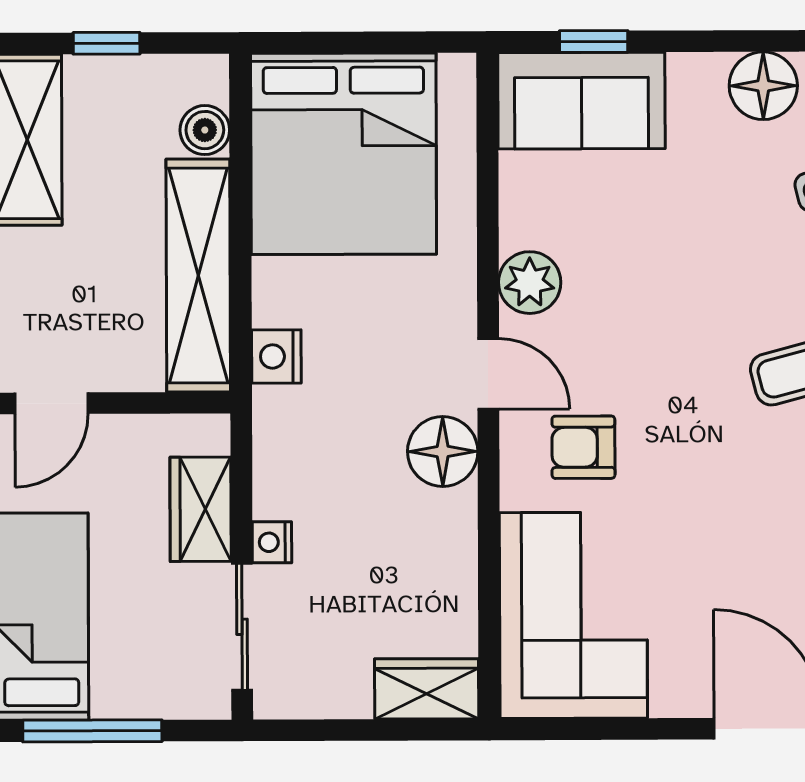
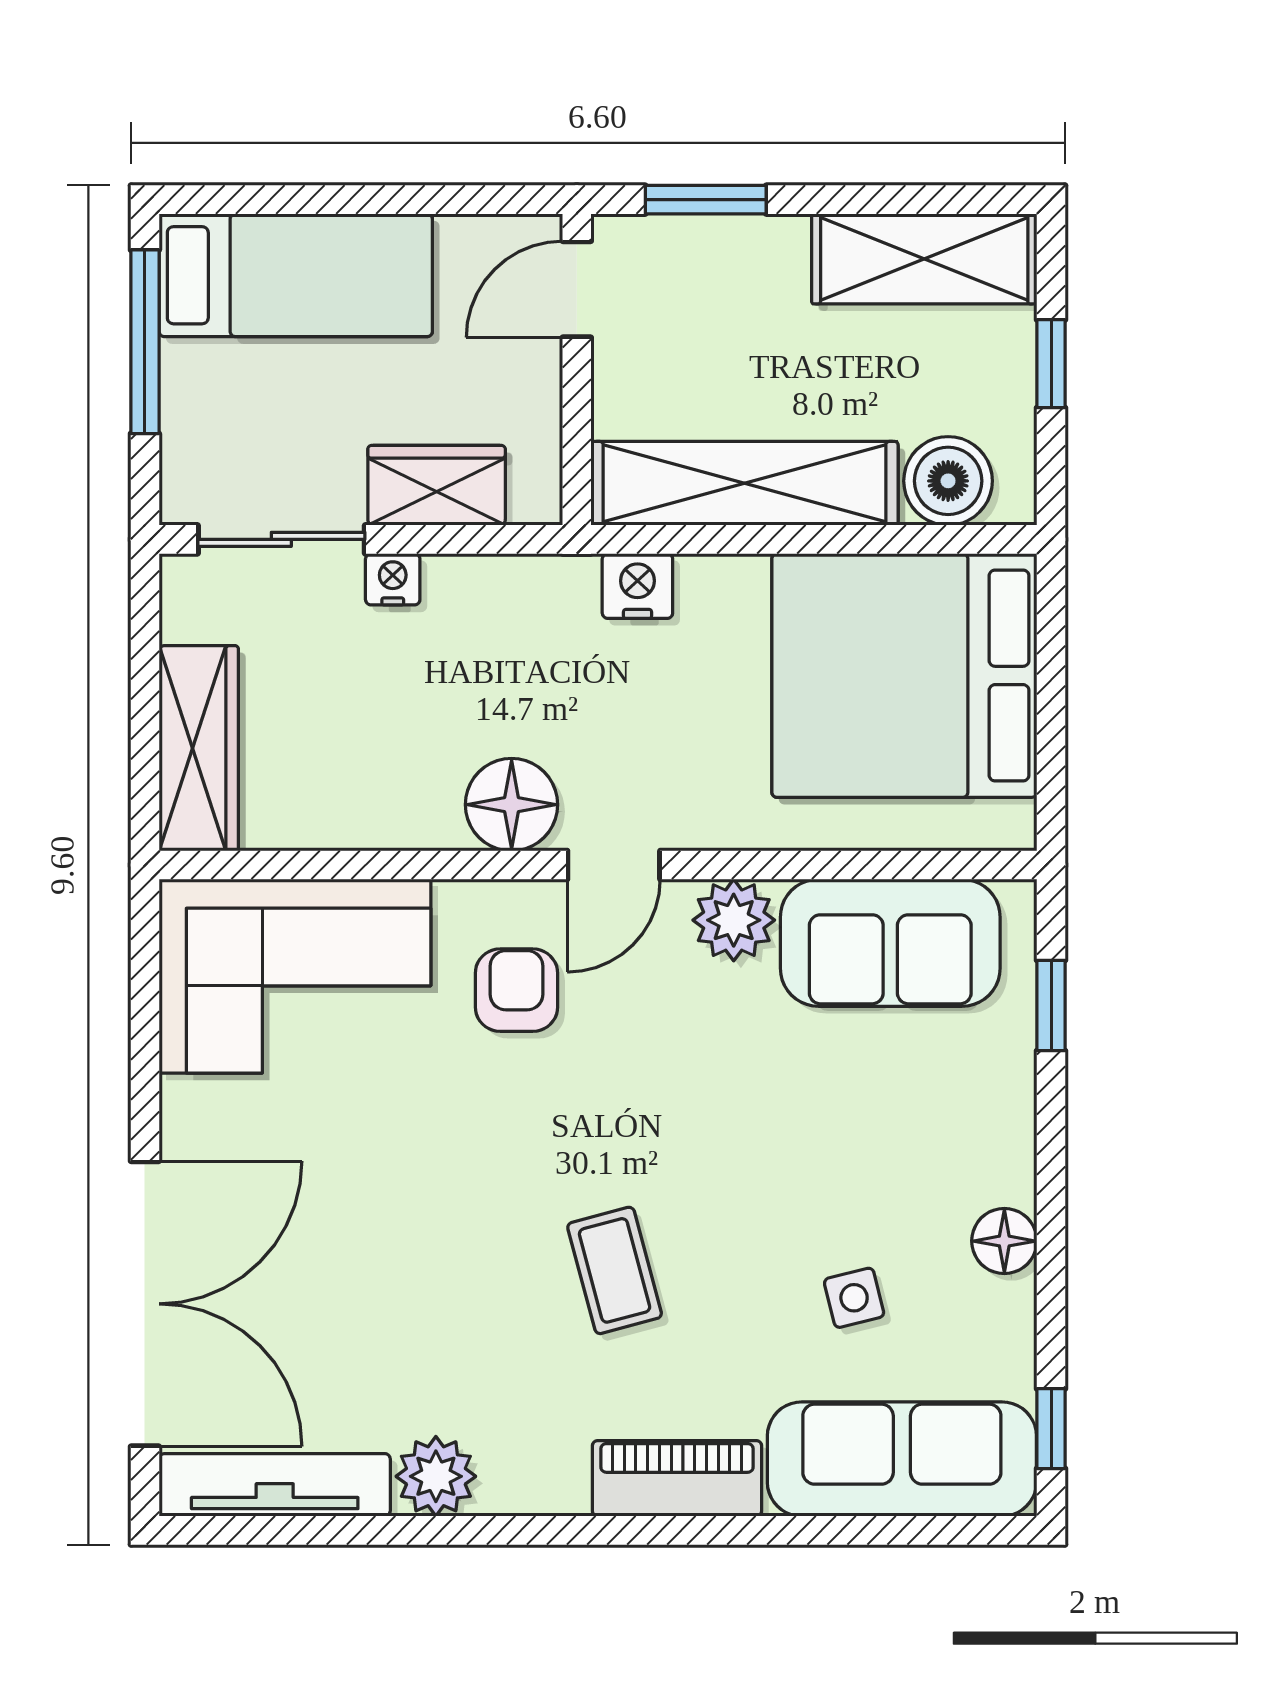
floor lamp: (763, 86) -> (1004, 1241), width x0.73, depth x0.73
sofa: (581, 101) -> (890, 943), moved, turned -90
boiler: (205, 130) -> (948, 481), width x1.36, depth x1.36
door: (51, 403) -> (577, 289), hinge flipped
wardrobe: (427, 689) -> (199, 748), width x1.50

